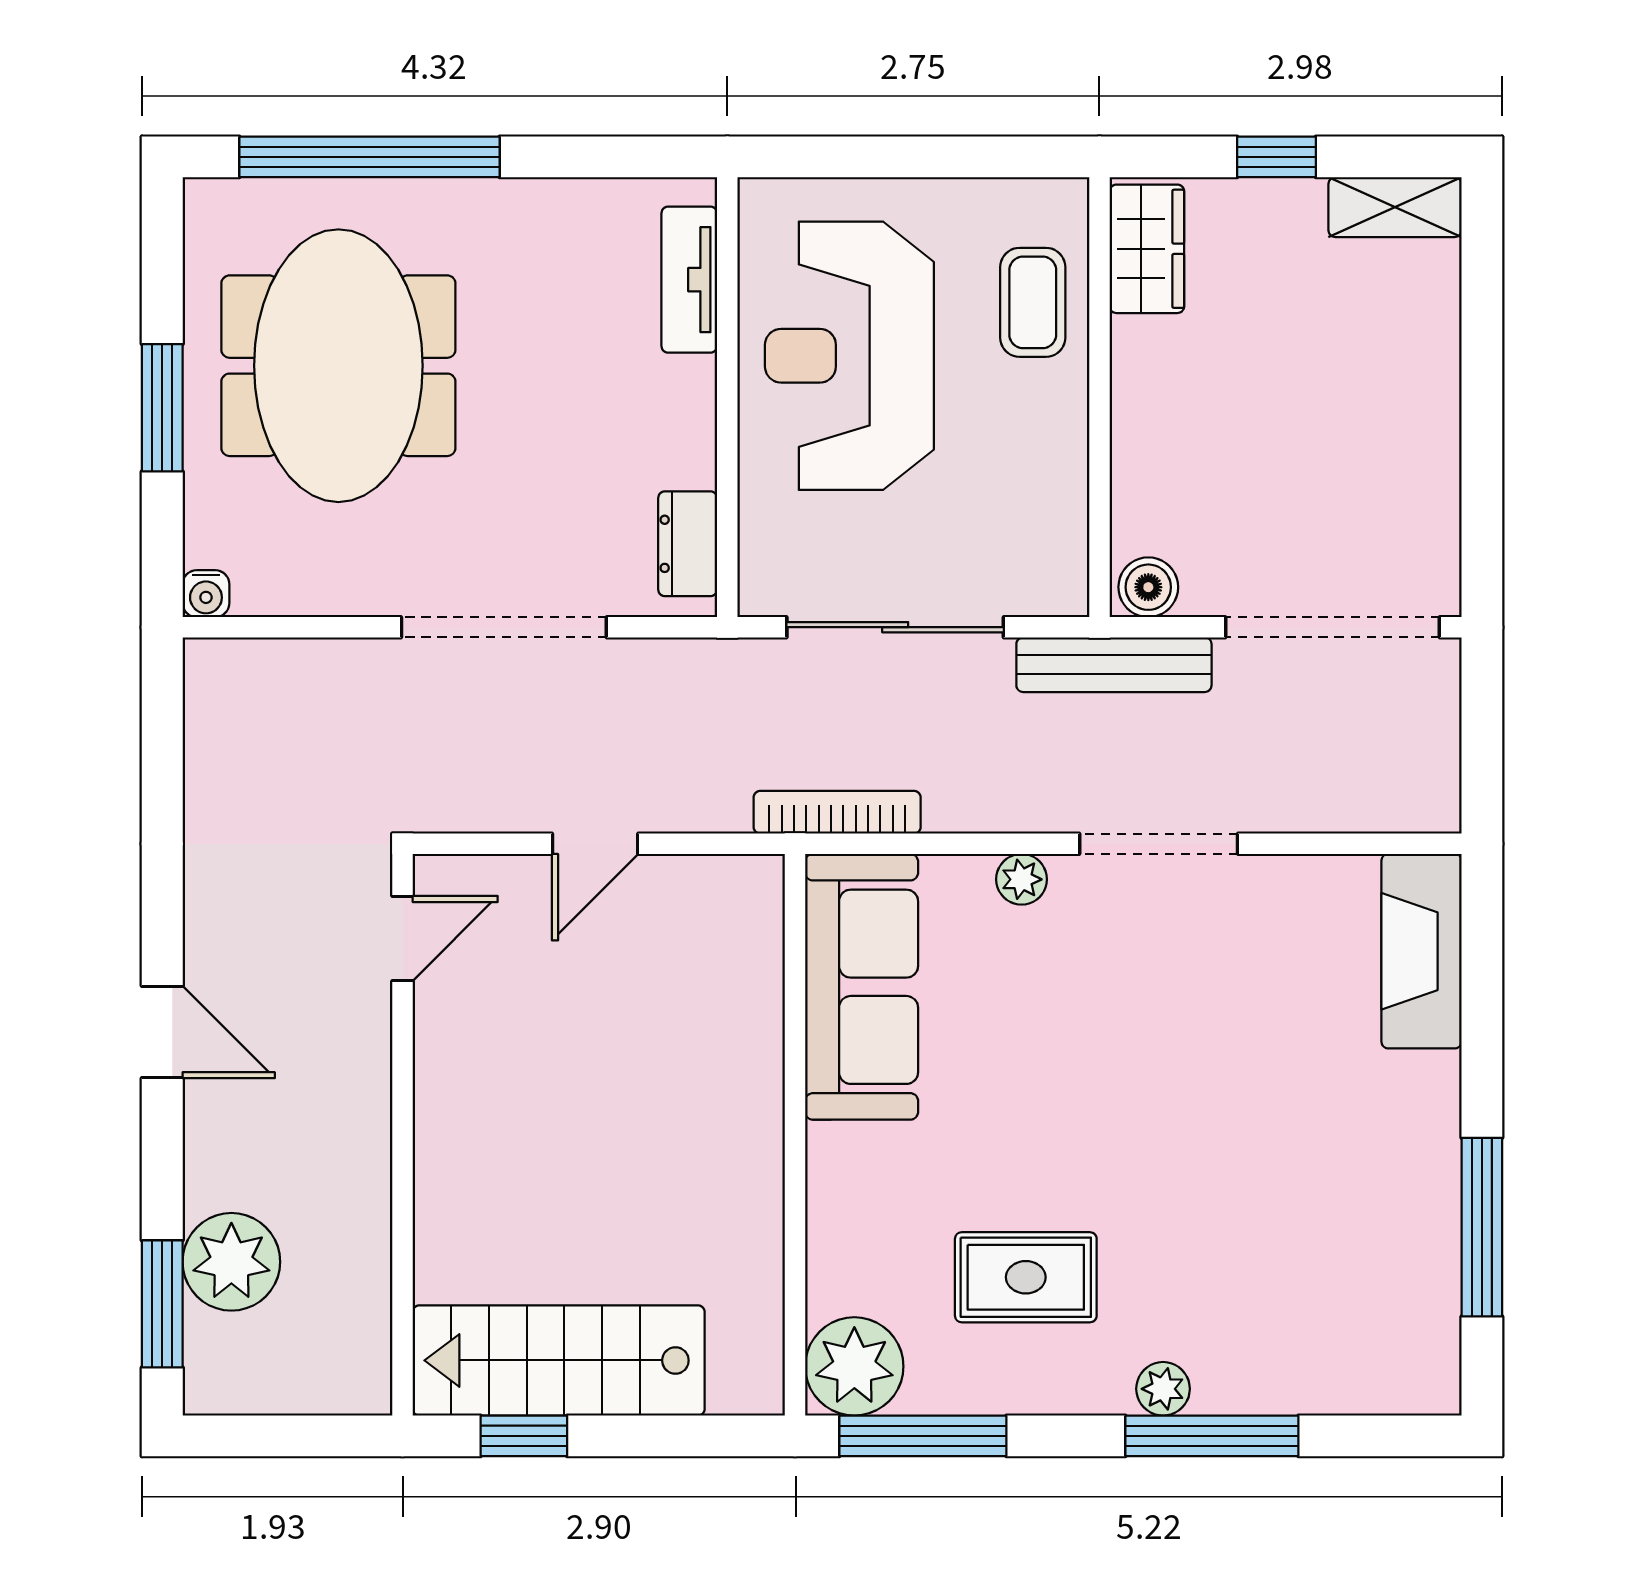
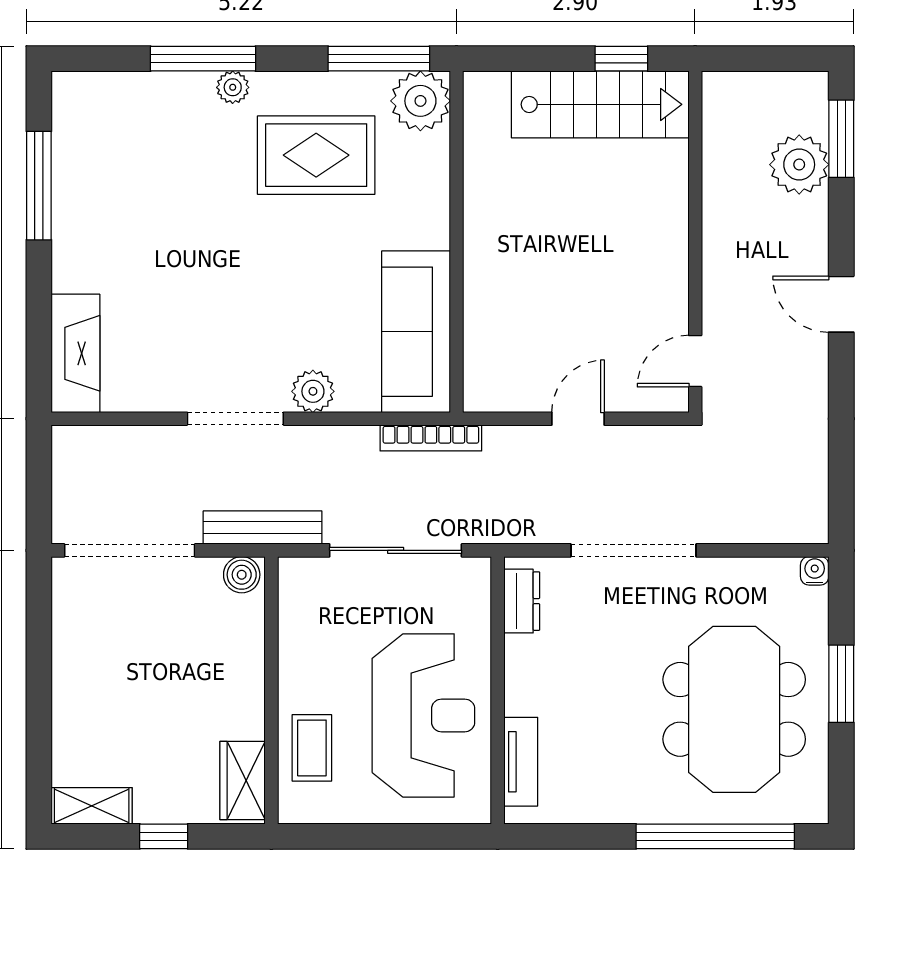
plant: (1022, 879) -> (313, 391), width x1.38, depth x1.38
rug: (1026, 1277) -> (316, 155), width x1.36, depth x1.43

